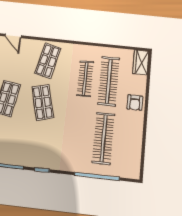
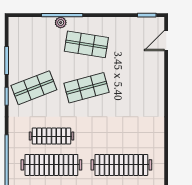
shop shelf: (48, 61) -> (34, 88), moved, turned -33
clothes rail: (85, 79) -> (51, 136), moved

